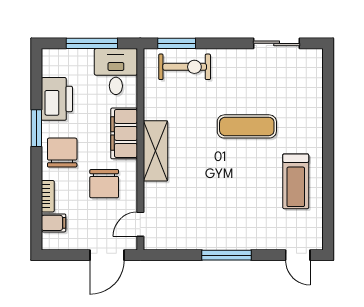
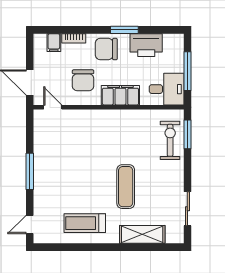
exercise bike: (185, 67) -> (170, 140), turned 180
shelving: (155, 151) -> (142, 234), moved
chair: (62, 153) -> (106, 49), turned 180
chair: (104, 184) -> (83, 80), turned -90

